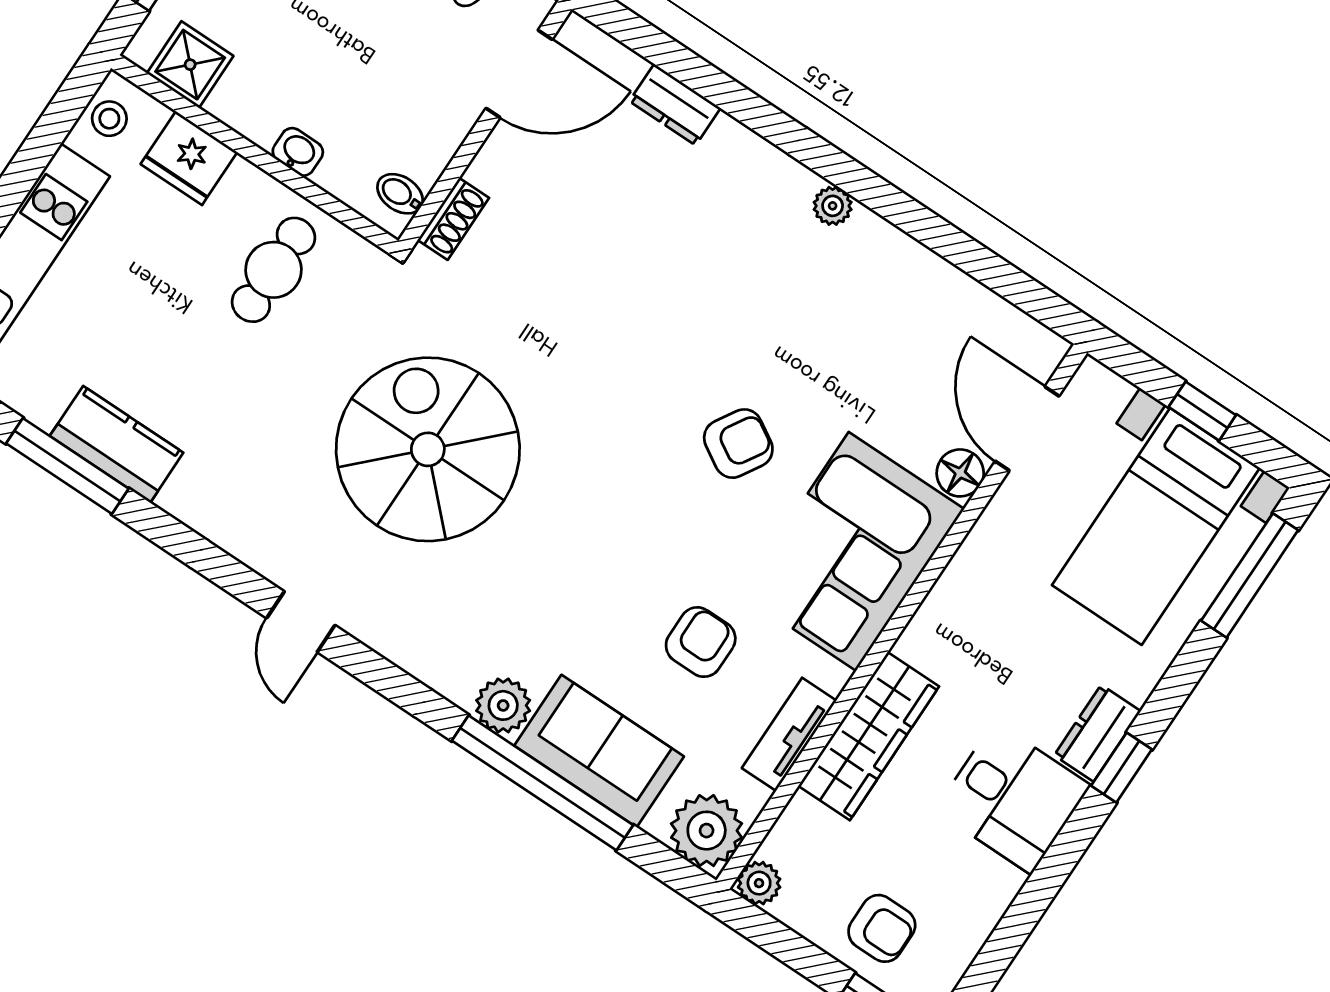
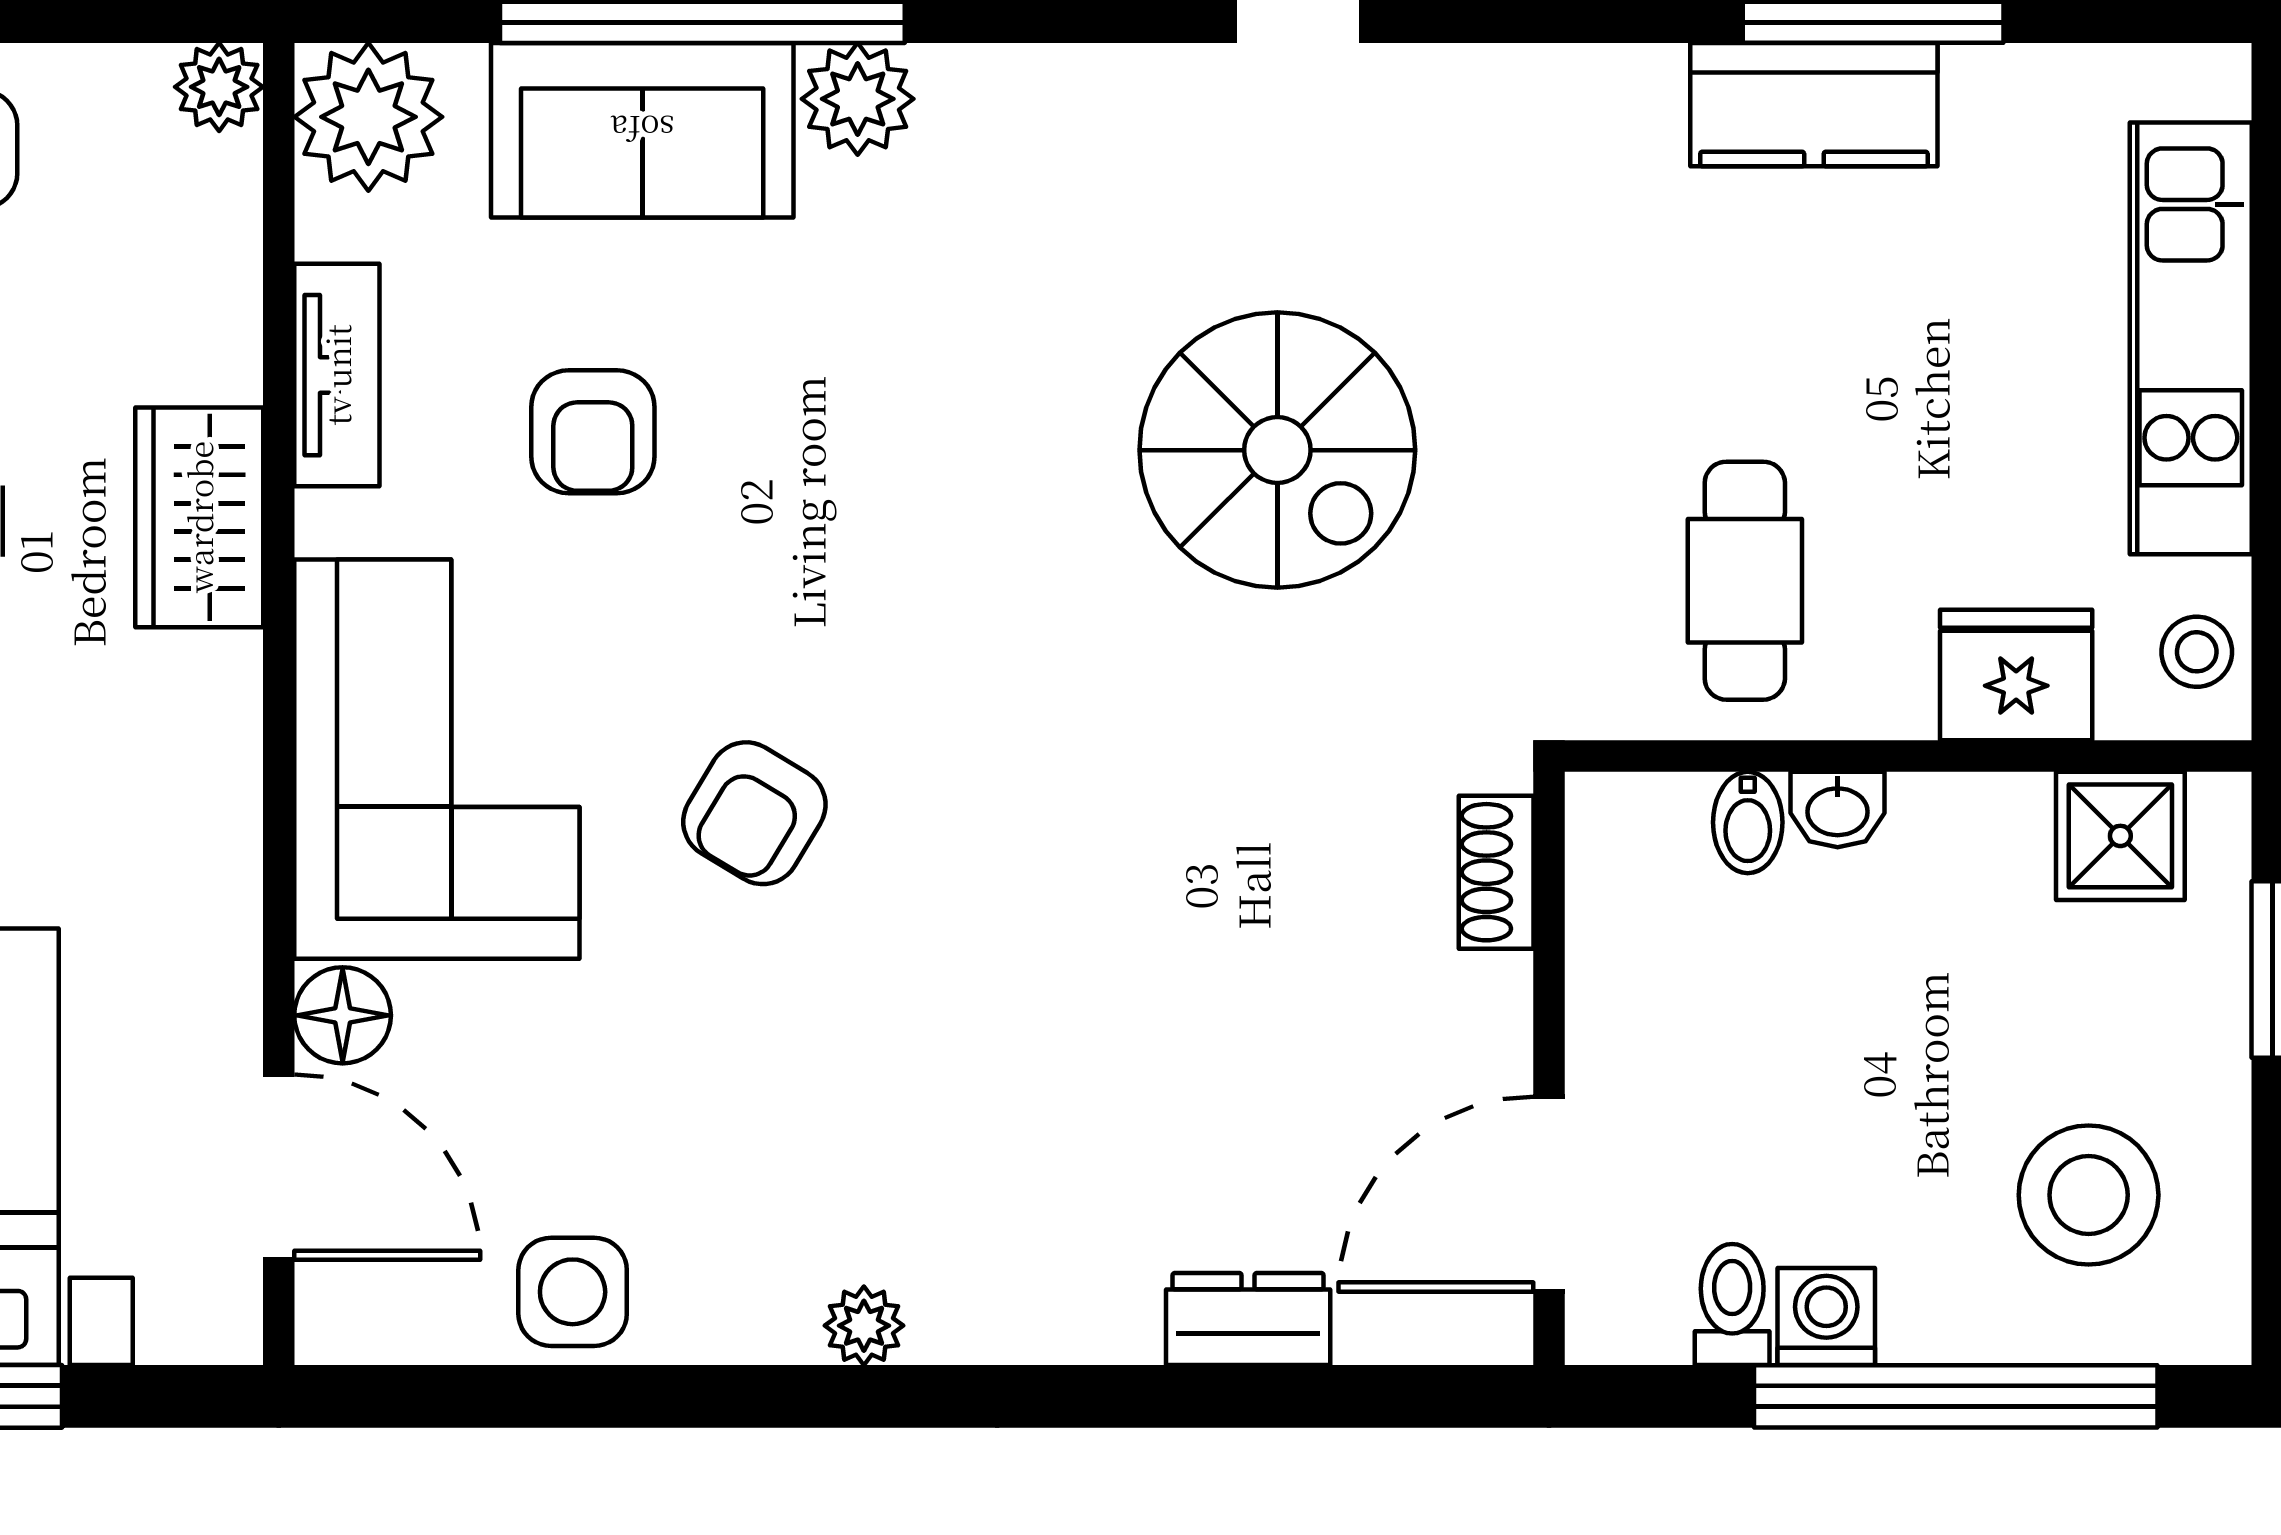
bidet: (400, 194) -> (1748, 822), moved, turned 90
side table: (942, 298) -> (573, 1292), added
spiral stairs: (428, 449) -> (1277, 450), width x0.73, depth x0.73
wardrobe: (869, 736) -> (199, 517), width x0.67

